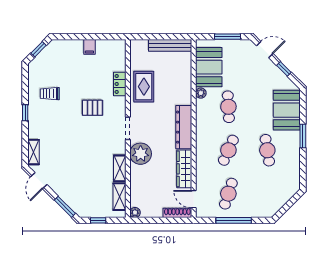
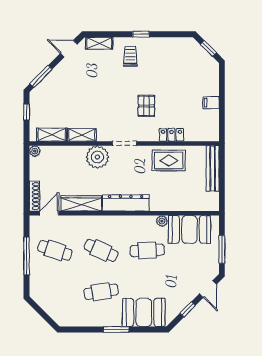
bench: (170, 45) -> (213, 168), moved
trolley: (50, 94) -> (130, 56), moved

